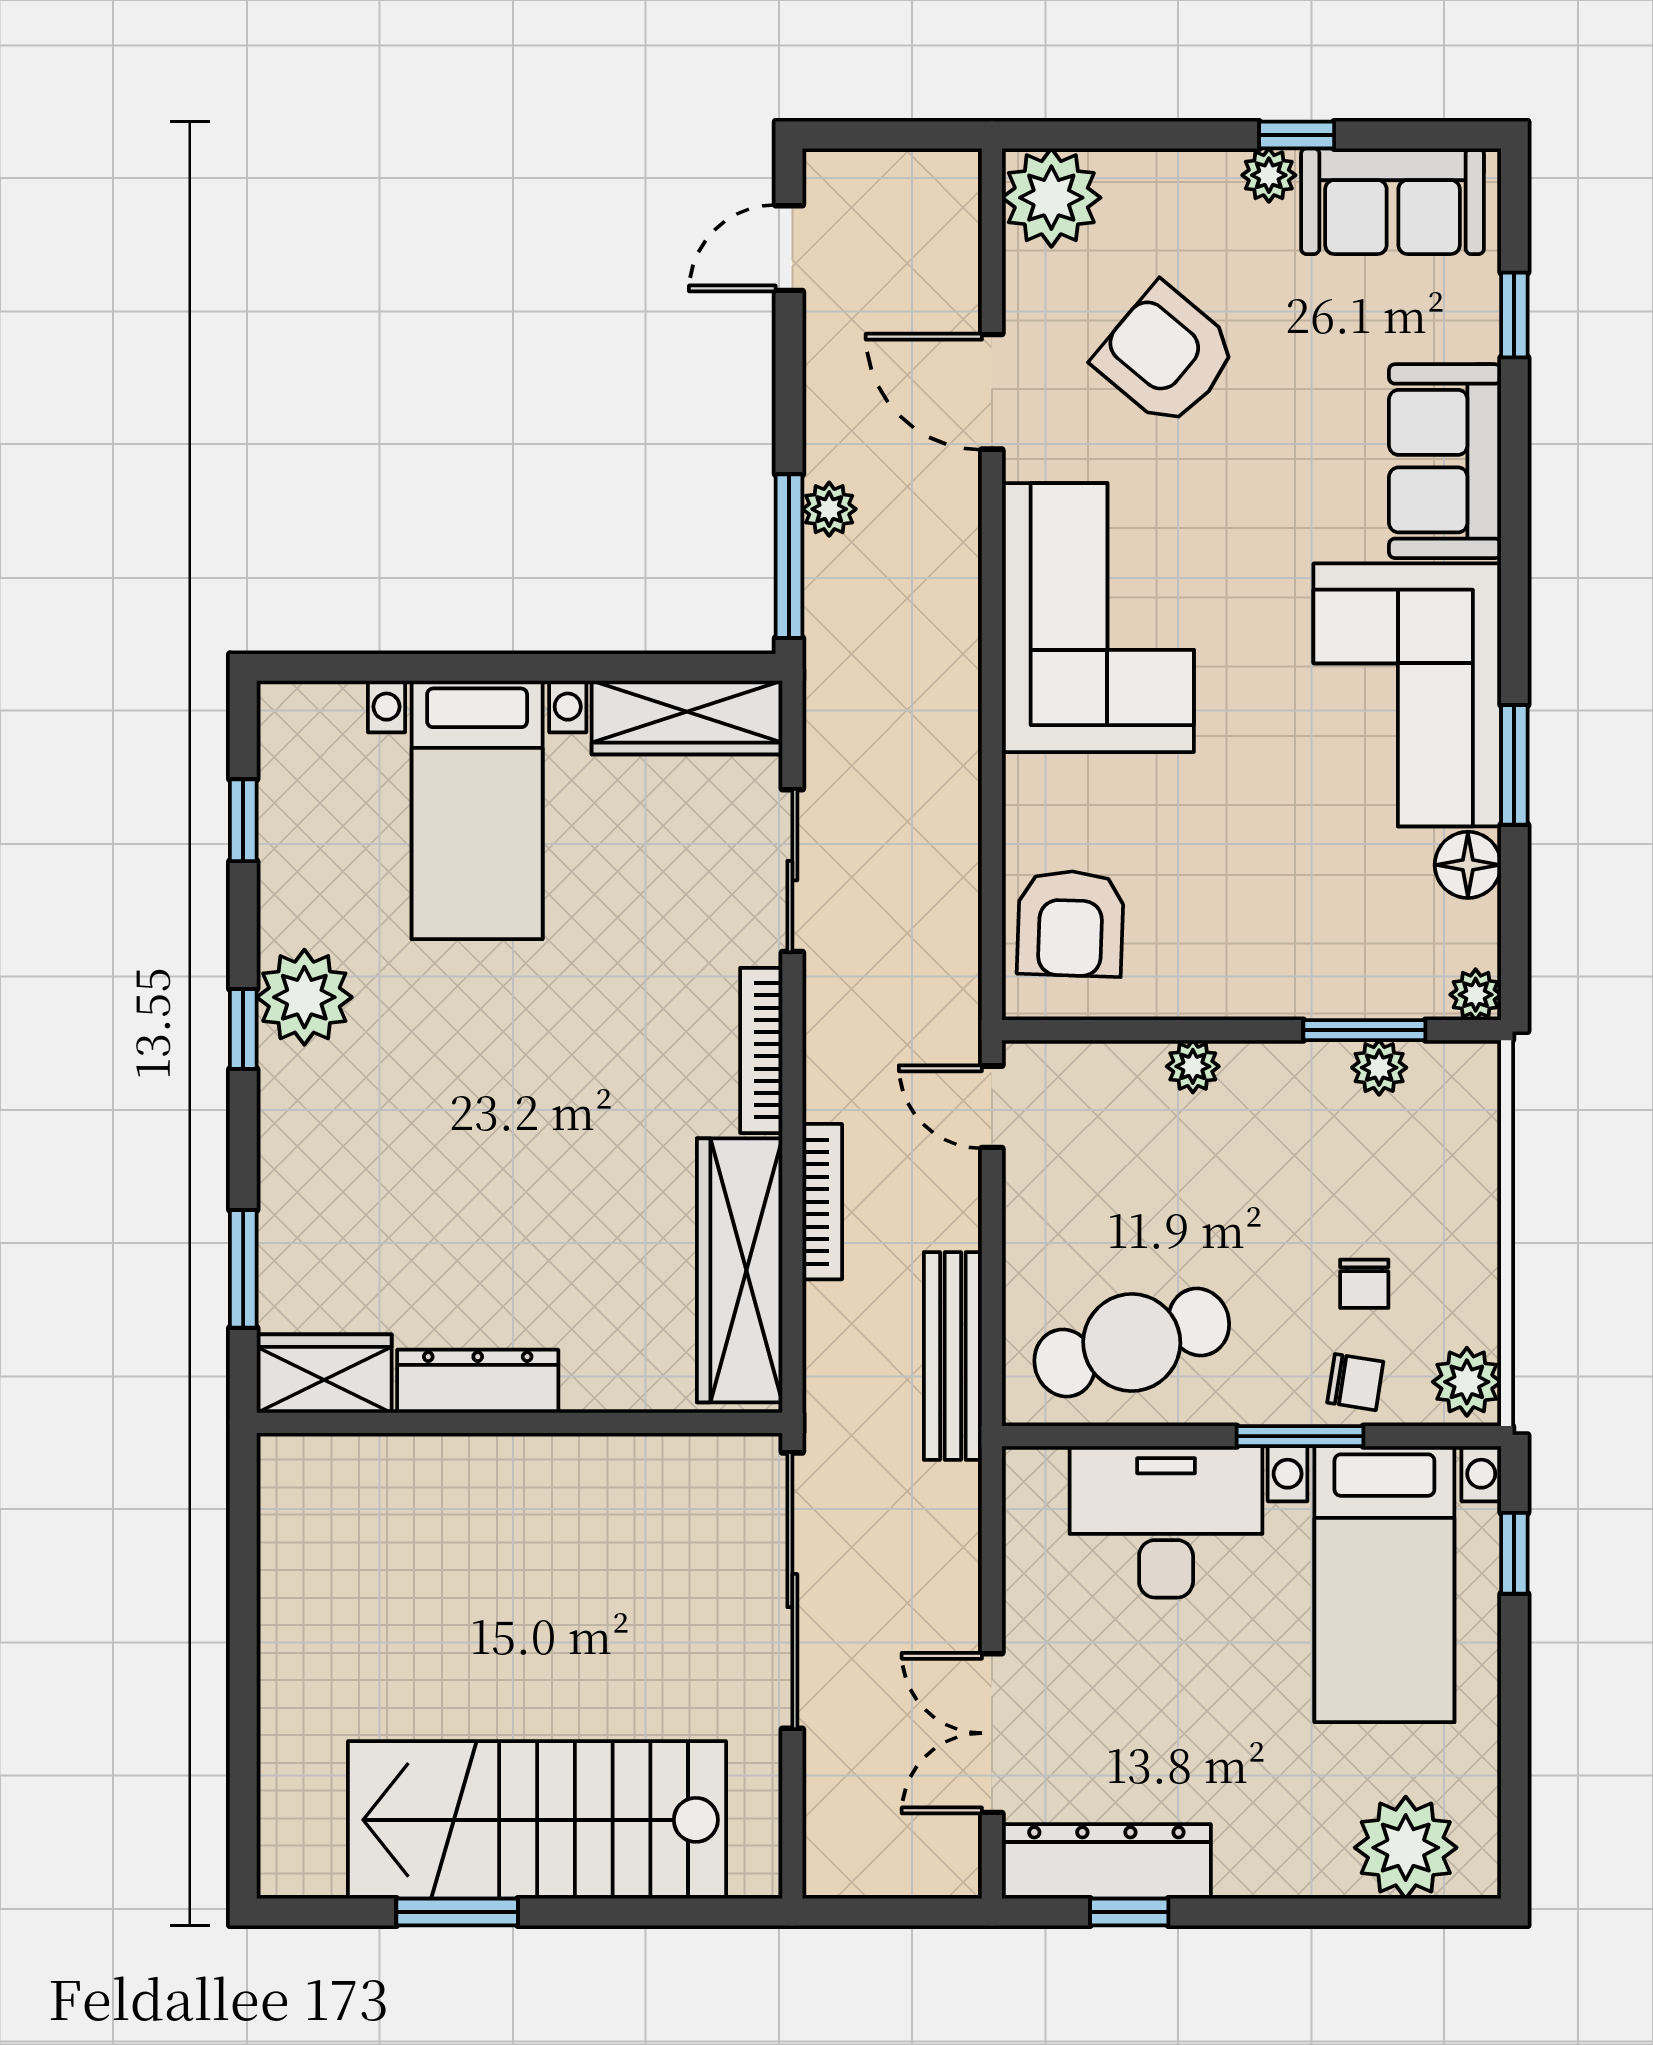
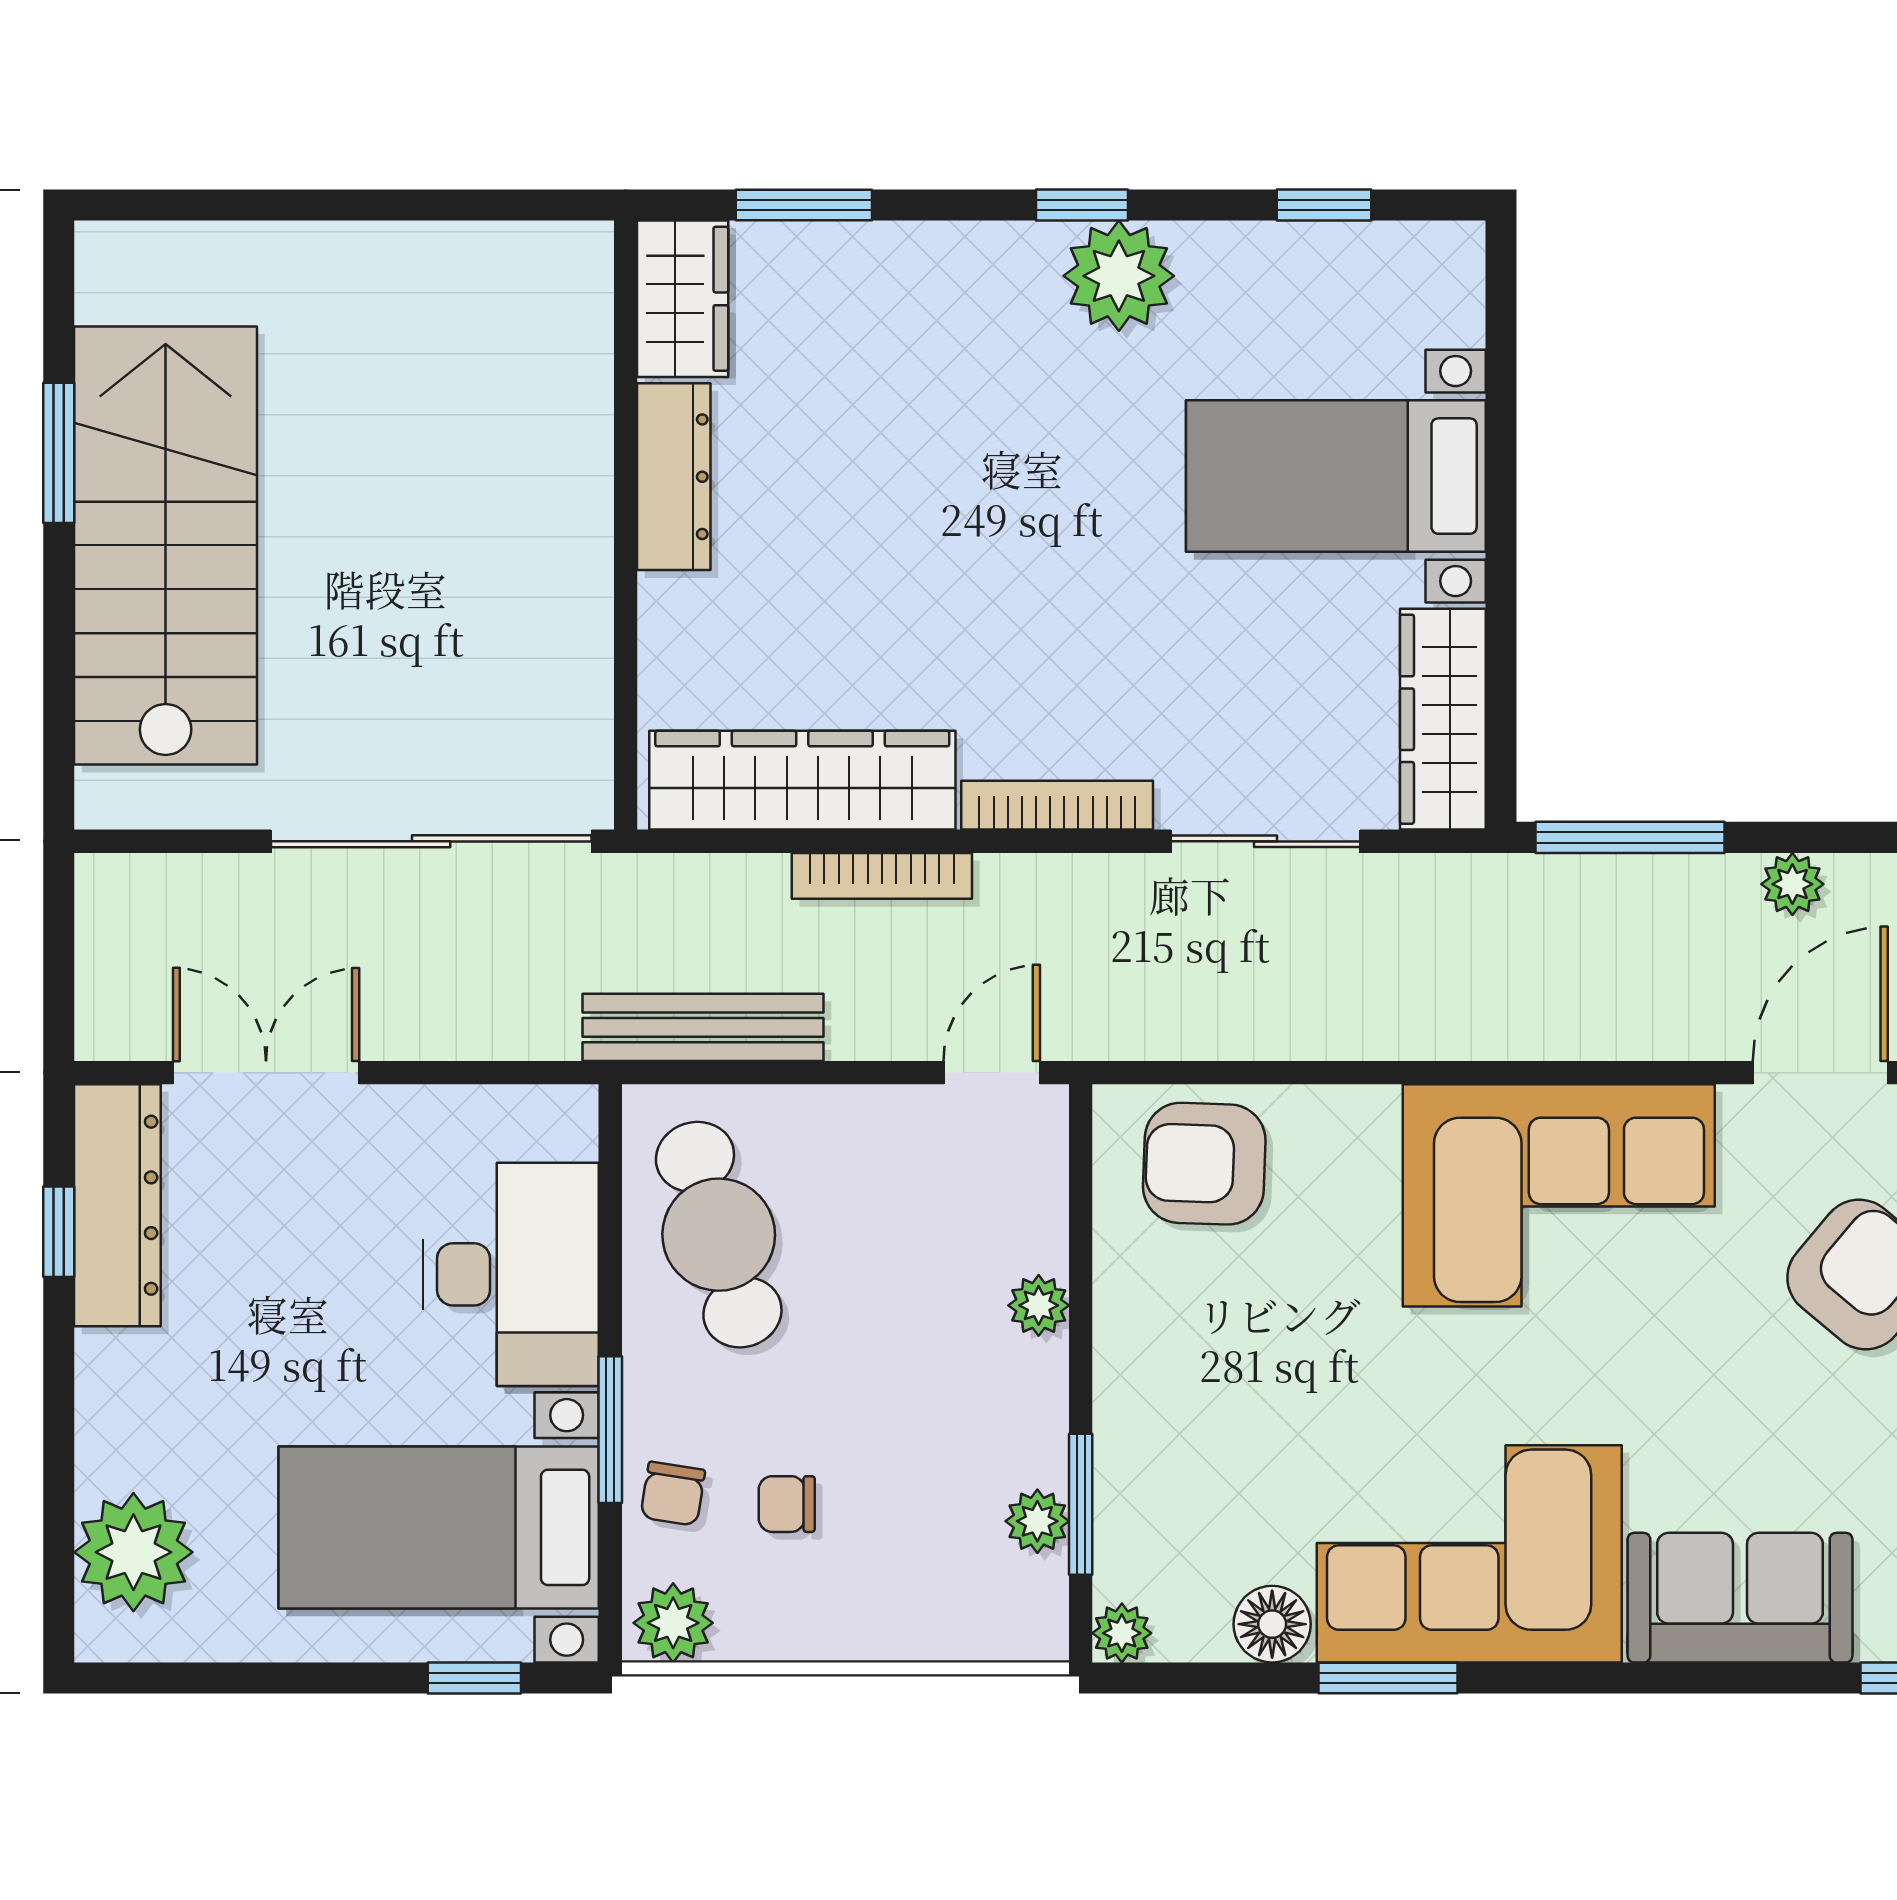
plant: (829, 509) -> (1792, 884), moved

